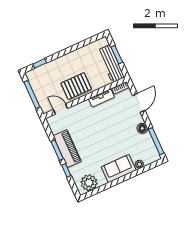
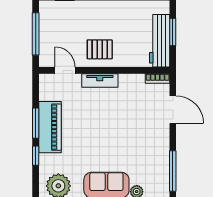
pallet: (76, 86) -> (100, 49), width x0.67, depth x0.71
tv unit: (101, 98) -> (100, 80), moved
door: (139, 103) -> (173, 110), hinge flipped
floor lamp: (142, 128) -> (162, 146), removed

